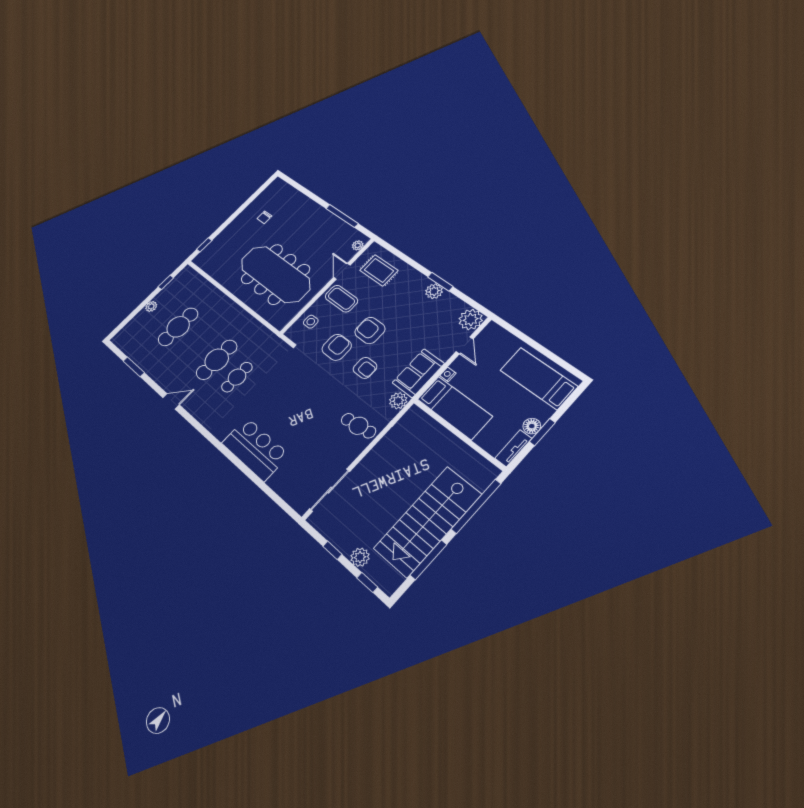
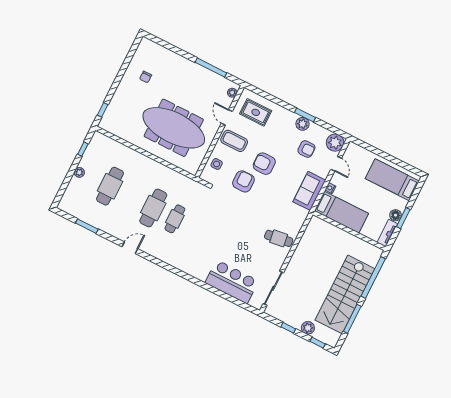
armchair: (365, 368) -> (306, 149), moved
plant: (398, 401) -> (301, 214), removed
bar counter: (255, 449) -> (232, 282), moved

